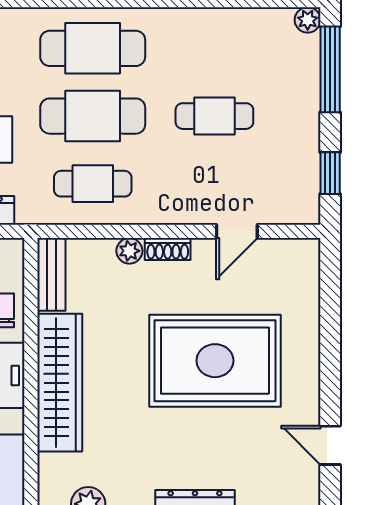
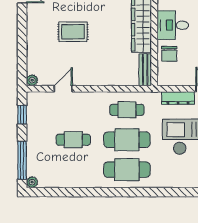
shoe rack: (168, 249) -> (94, 81), removed
plant: (129, 251) -> (32, 80), moved
rug: (215, 361) -> (73, 32), width x0.54, depth x0.49

